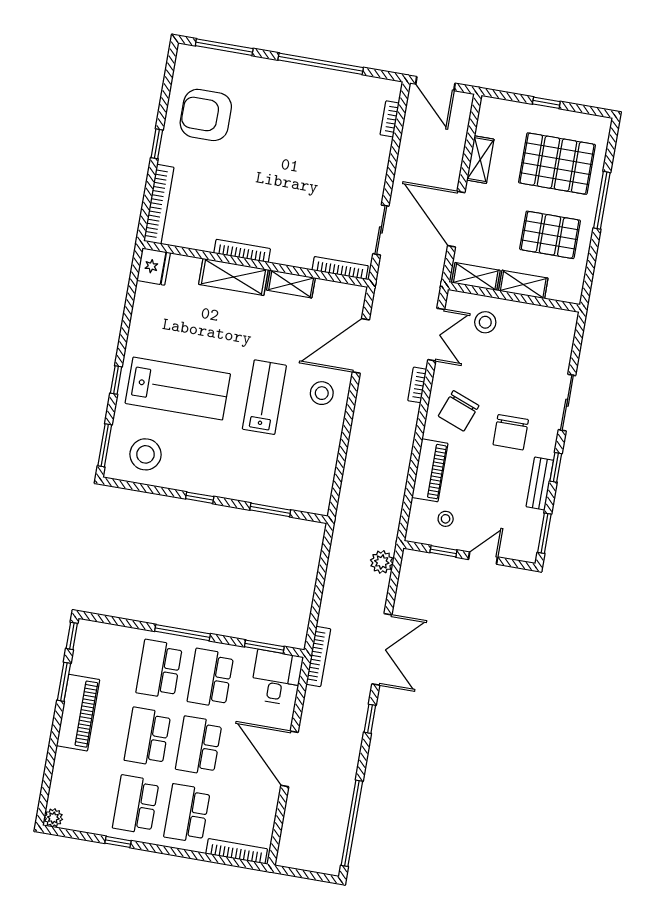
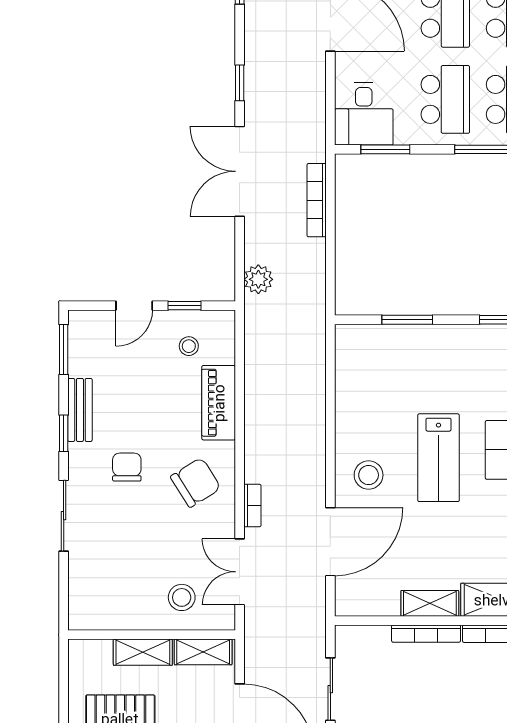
bookcase: (340, 268) -> (426, 634), moved
chair: (459, 411) -> (196, 482), turned 37
chair: (511, 432) -> (127, 467), width x0.73, depth x0.73
bookcase: (318, 656) -> (317, 200), moved

